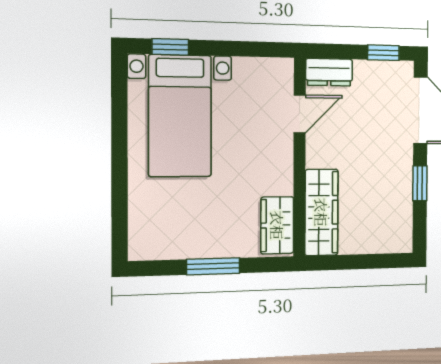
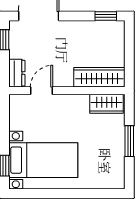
door: (300, 114) -> (41, 91), hinge flipped
window: (420, 183) -> (106, 16), moved

